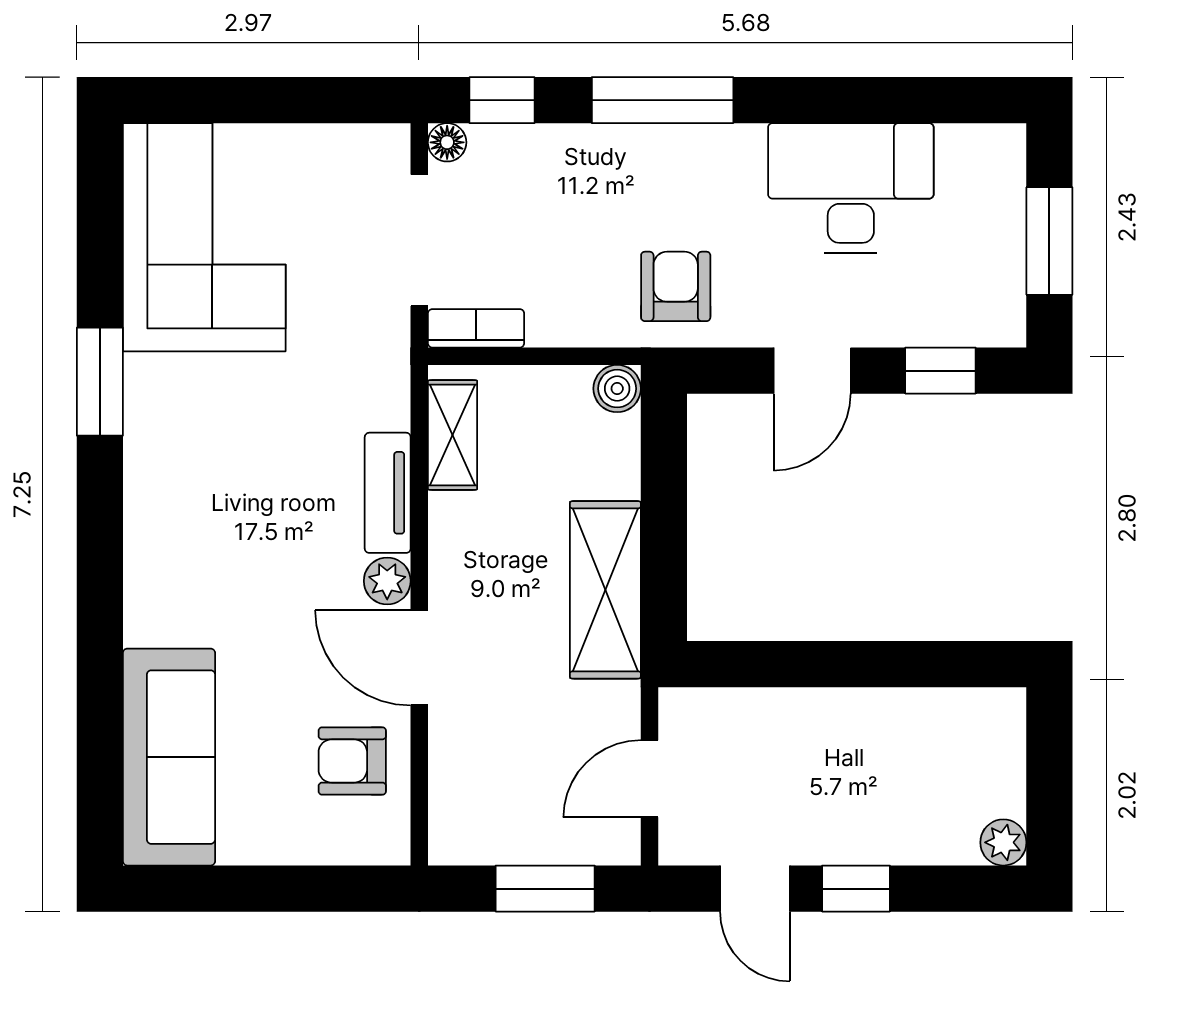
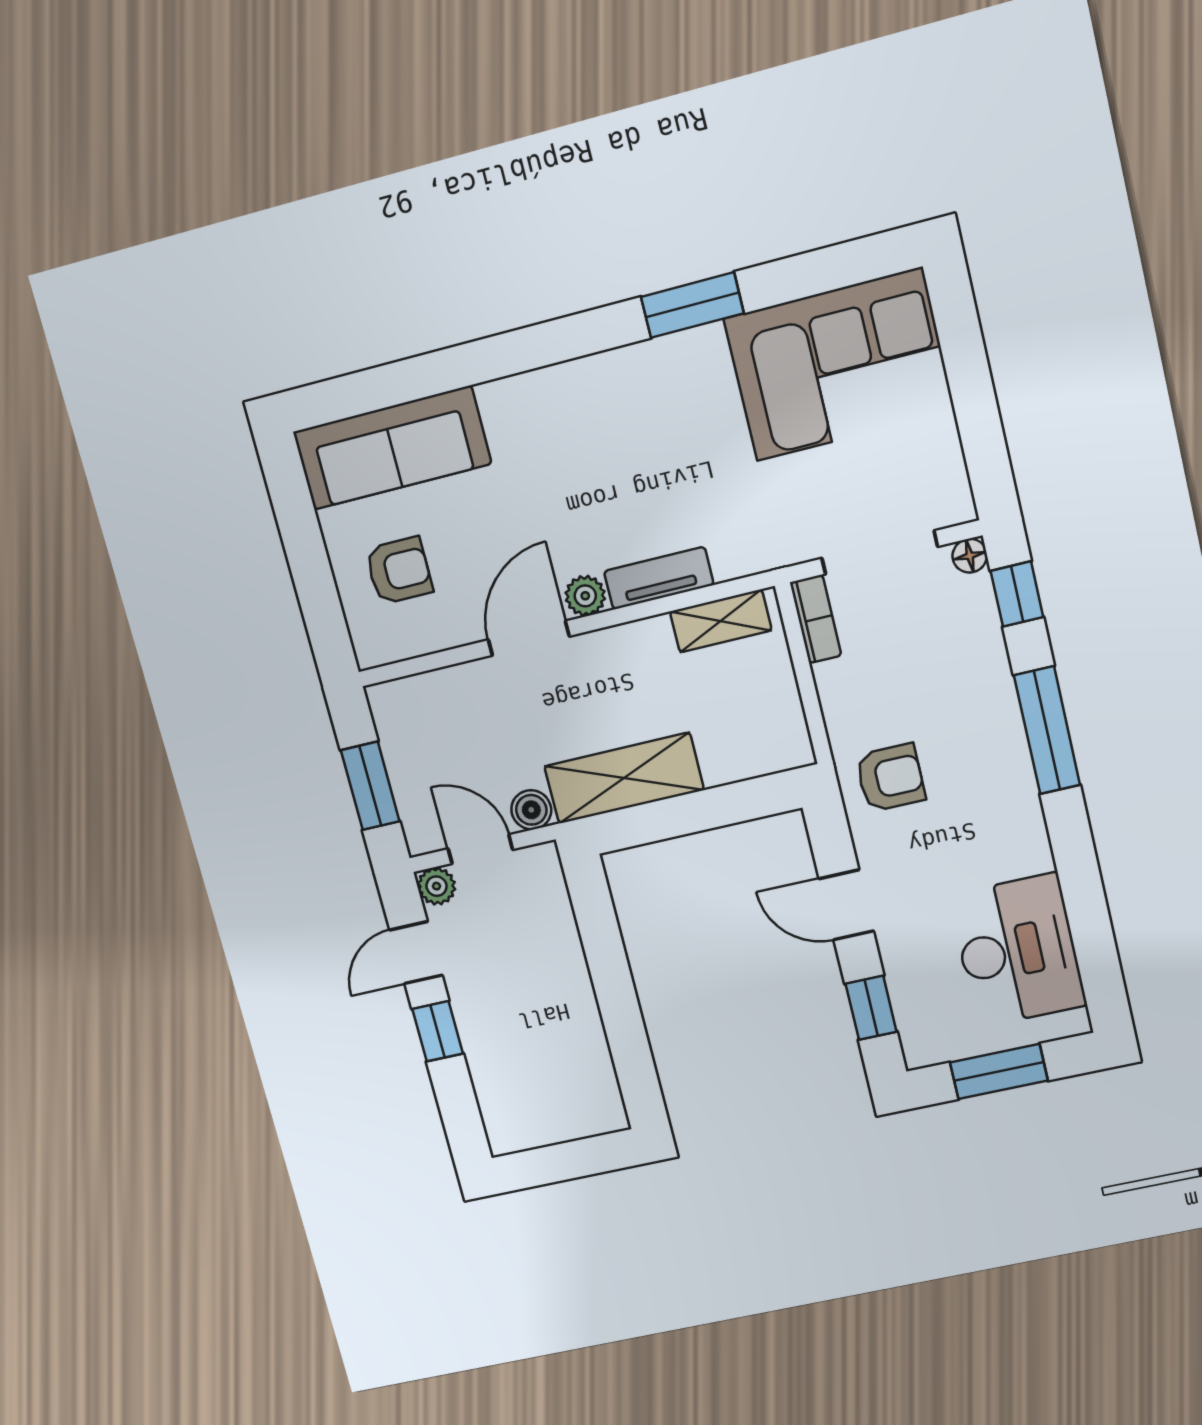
desk: (851, 188) -> (1018, 950), moved
boiler: (617, 389) -> (531, 810), moved
armchair: (352, 761) -> (399, 571), moved, turned 90
plant: (1003, 842) -> (437, 886), moved

